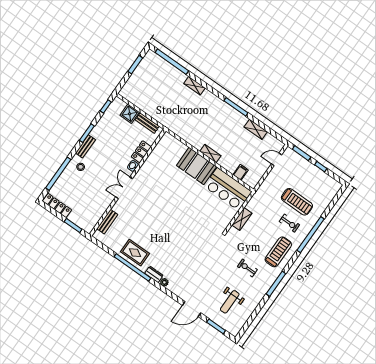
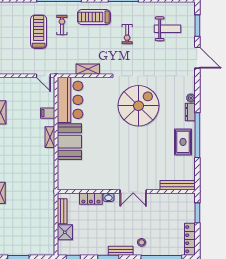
door: (277, 159) -> (43, 76), moved
filing cabinet: (241, 172) -> (48, 113), moved
bench: (107, 222) -> (178, 185), width x1.36
spiral stairs: (187, 238) -> (138, 106), added

